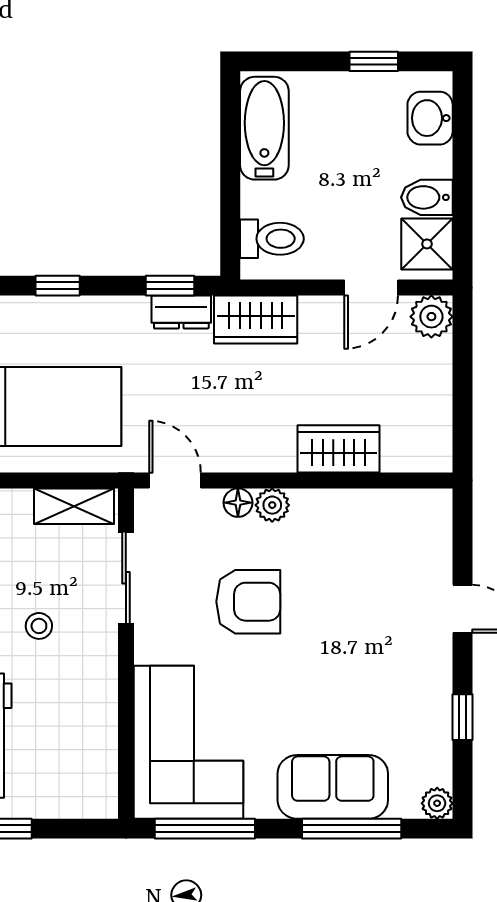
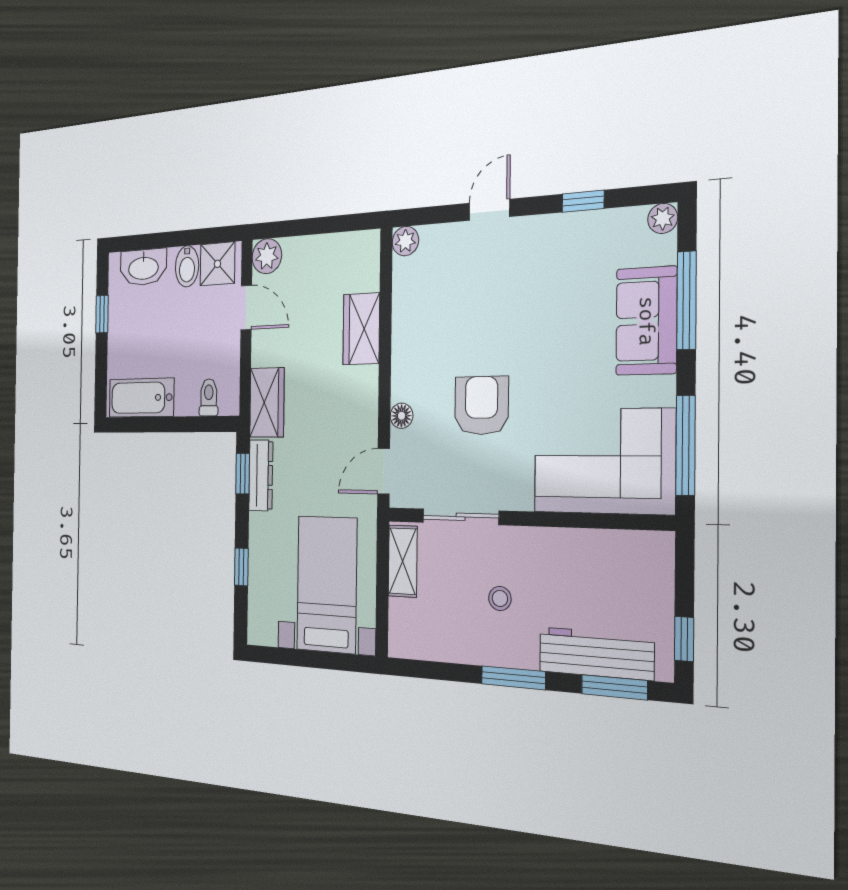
washbasin: (430, 118) -> (143, 267), width x1.38
toilet: (272, 239) -> (209, 397), width x0.73, depth x0.72
dresser: (181, 312) -> (261, 475), width x1.44
plant: (272, 505) -> (405, 241), moved

